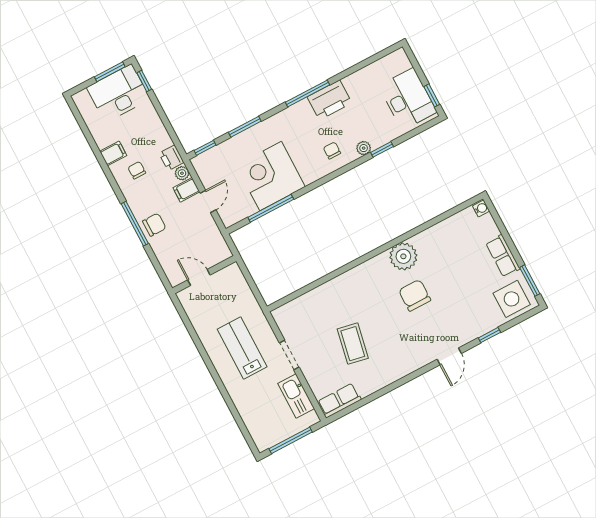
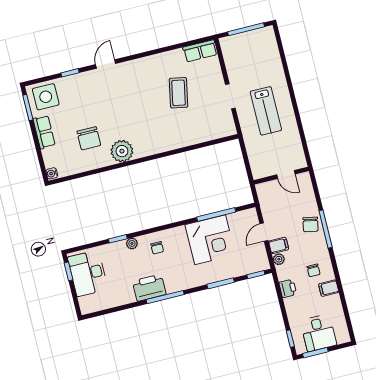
desk: (118, 93) -> (318, 333), width x0.73
printer: (171, 158) -> (288, 288), moved
chair: (154, 225) -> (311, 224), turned -79
chair: (415, 295) -> (89, 138), moved
kitchen sink: (296, 396) -> (233, 63), removed

